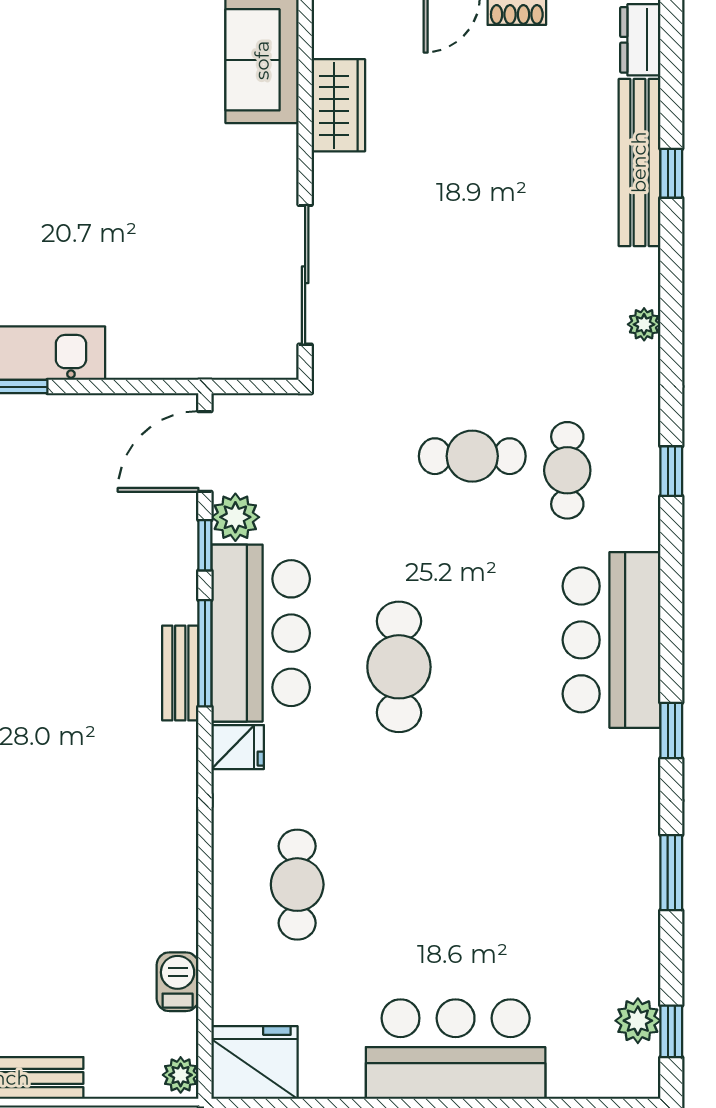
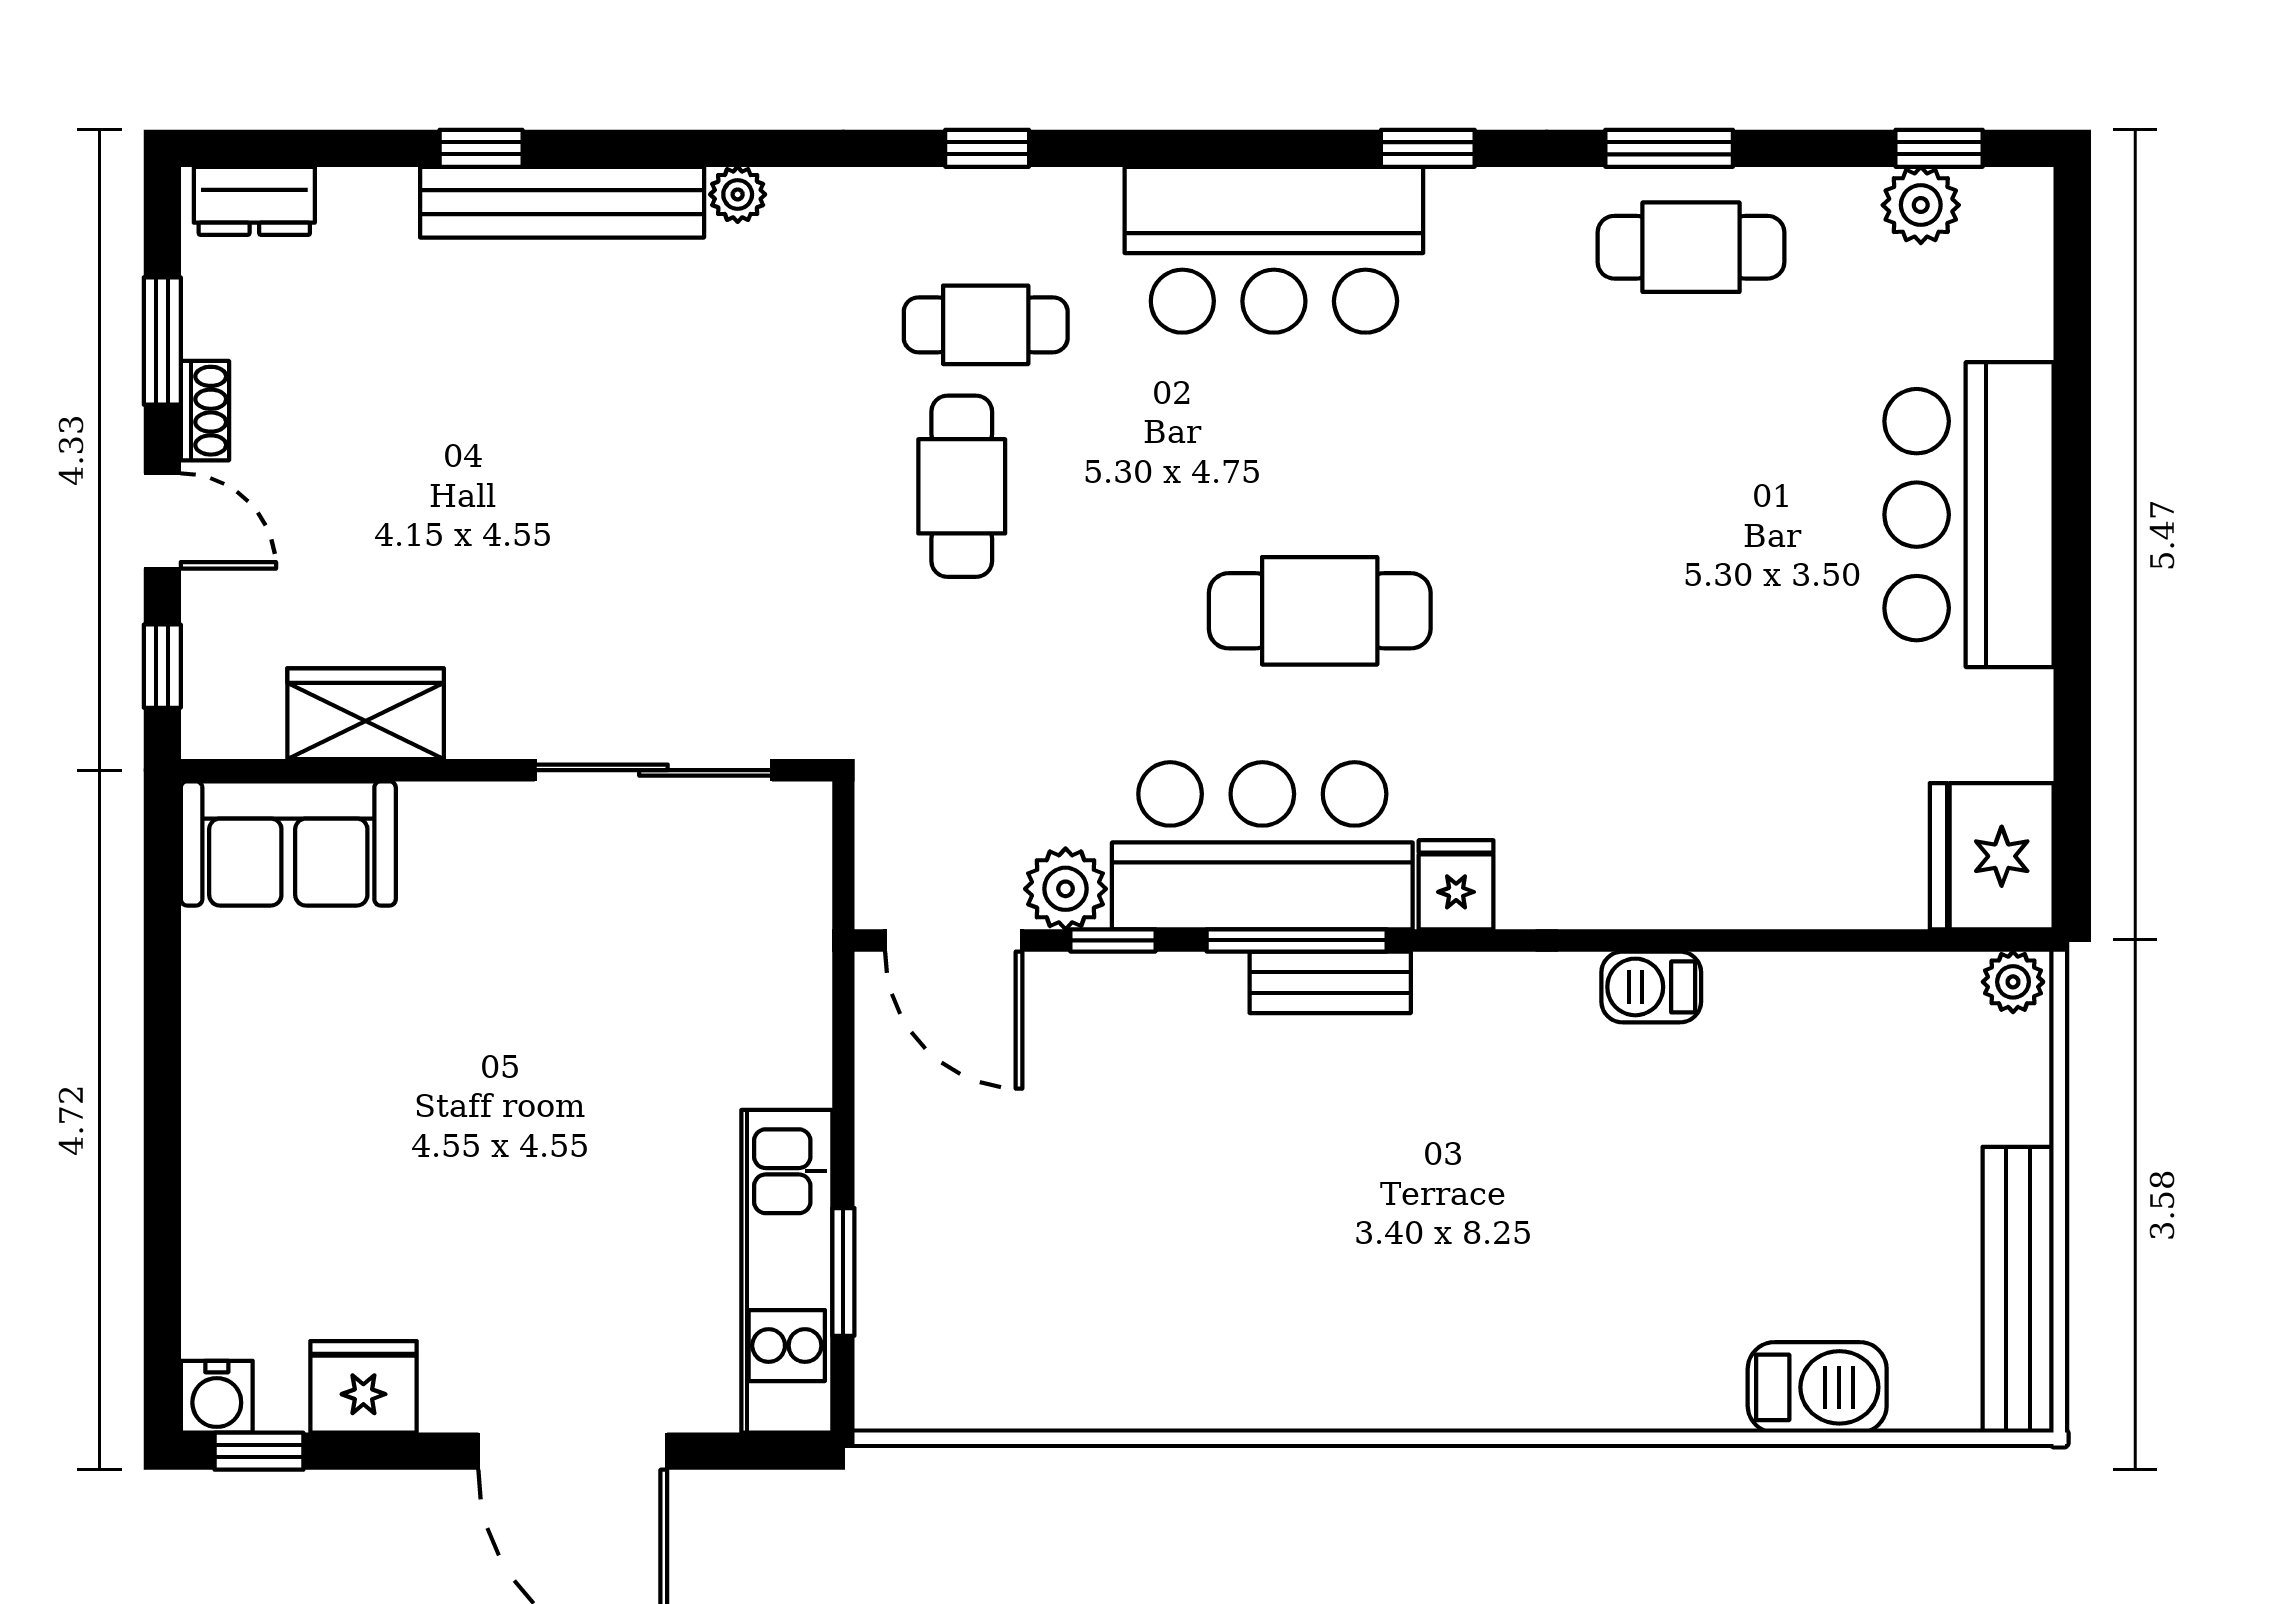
bench: (639, 162) -> (562, 202), moved
cafe table: (297, 885) -> (1691, 247), moved
barbecue: (178, 982) -> (1651, 987), moved

